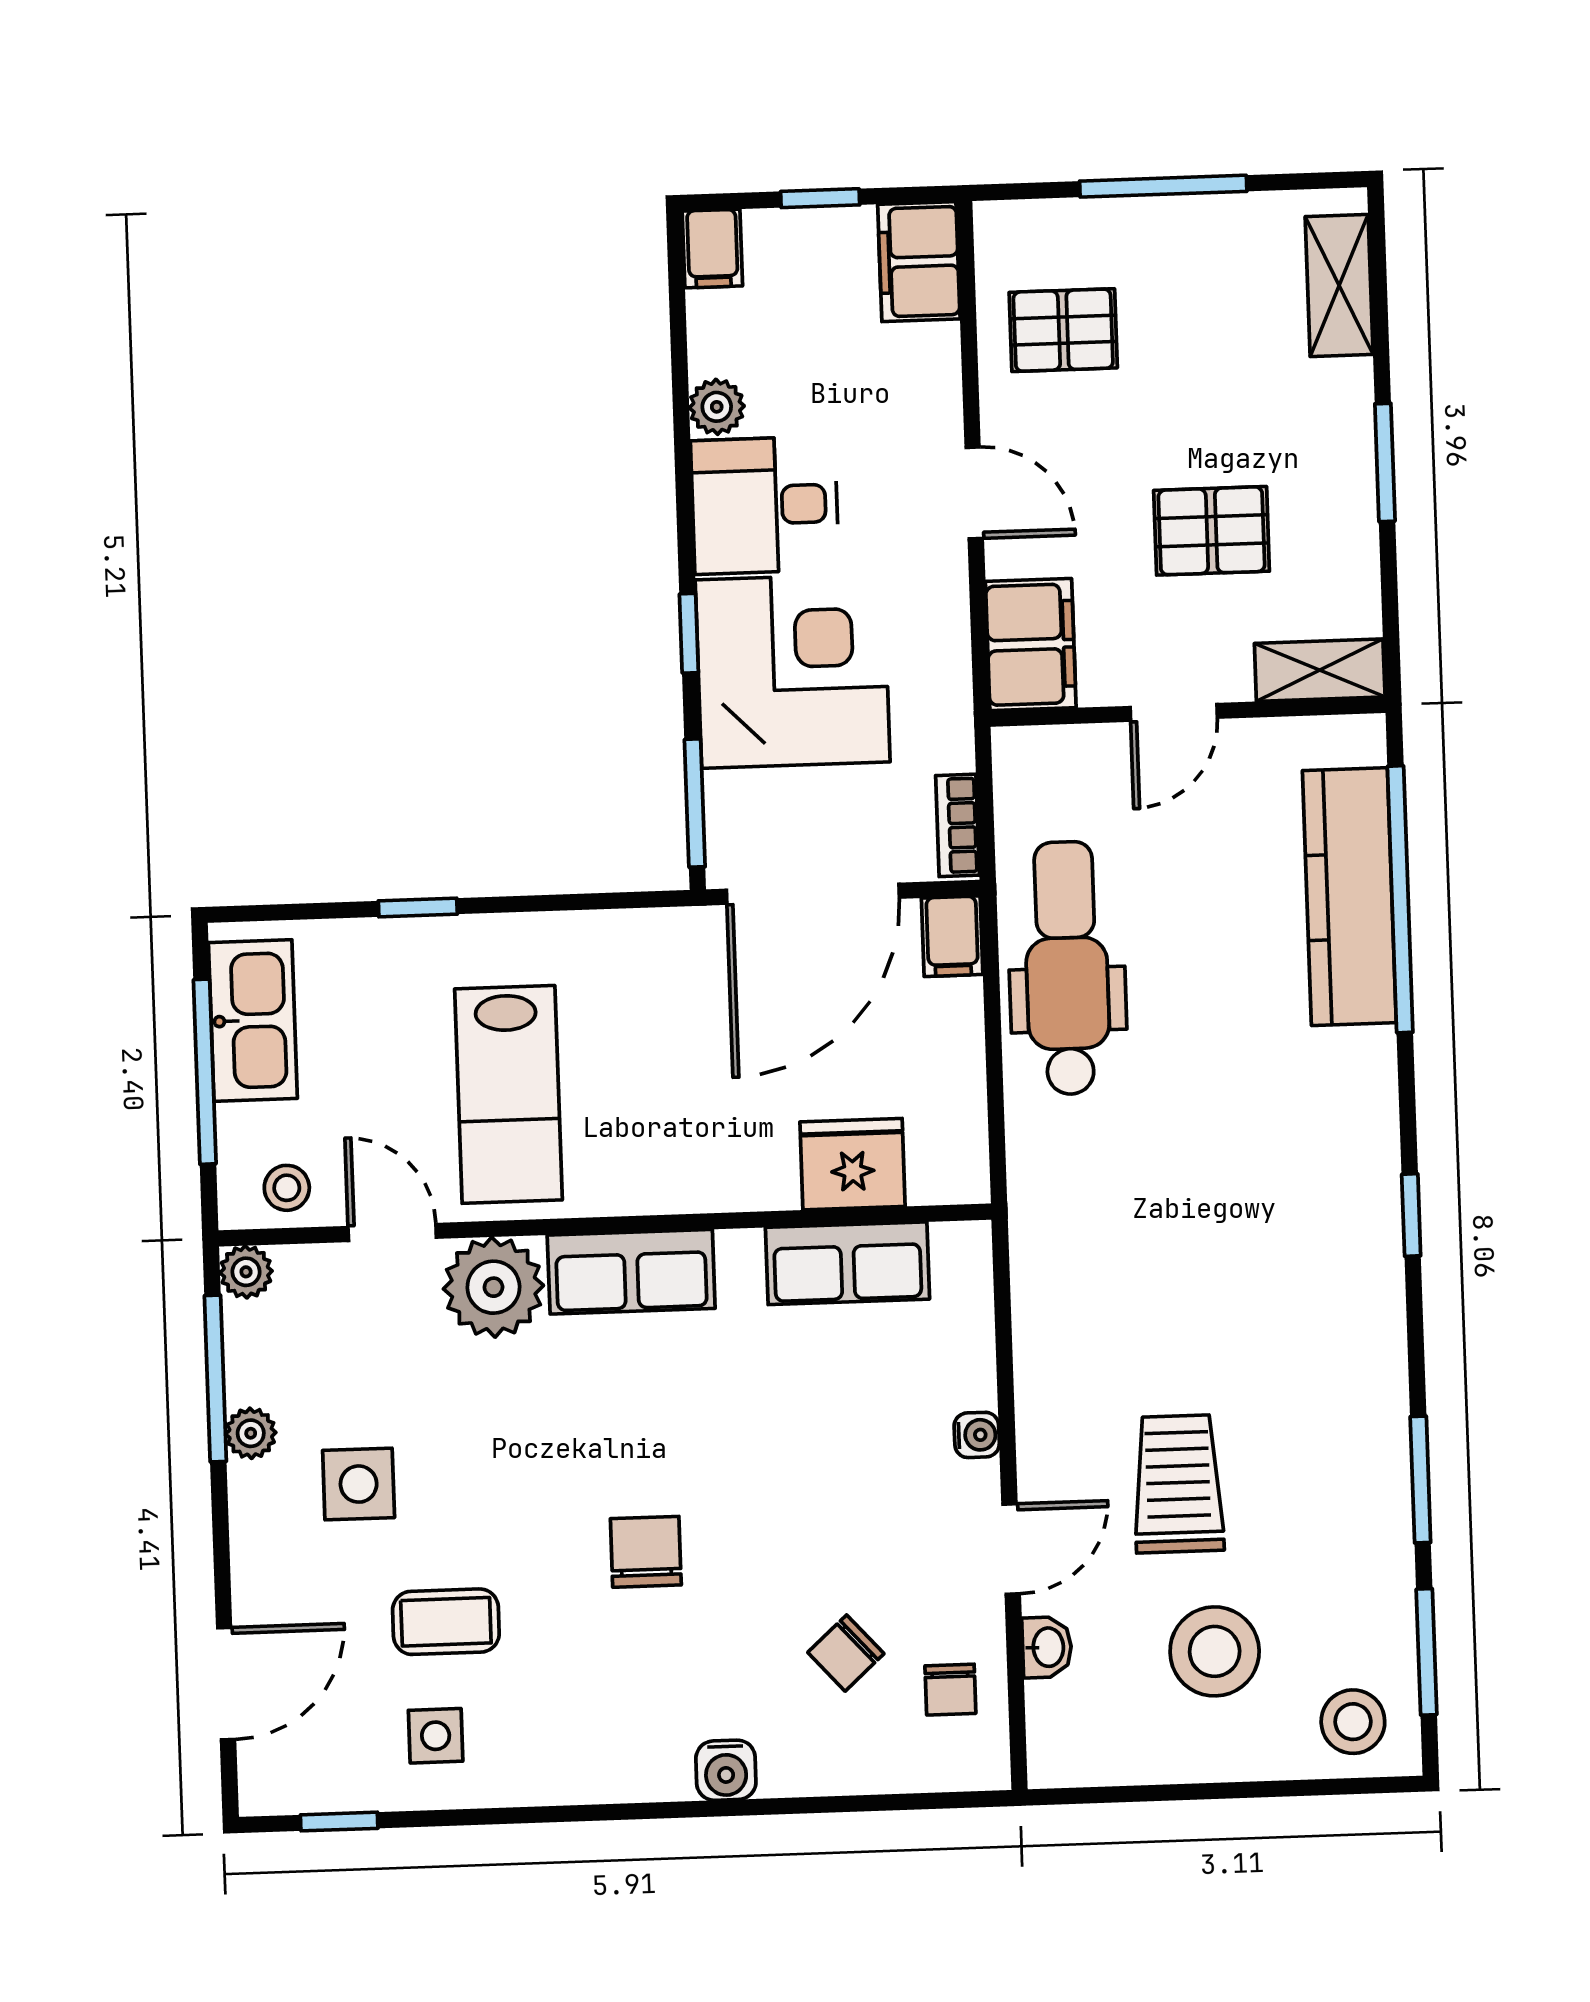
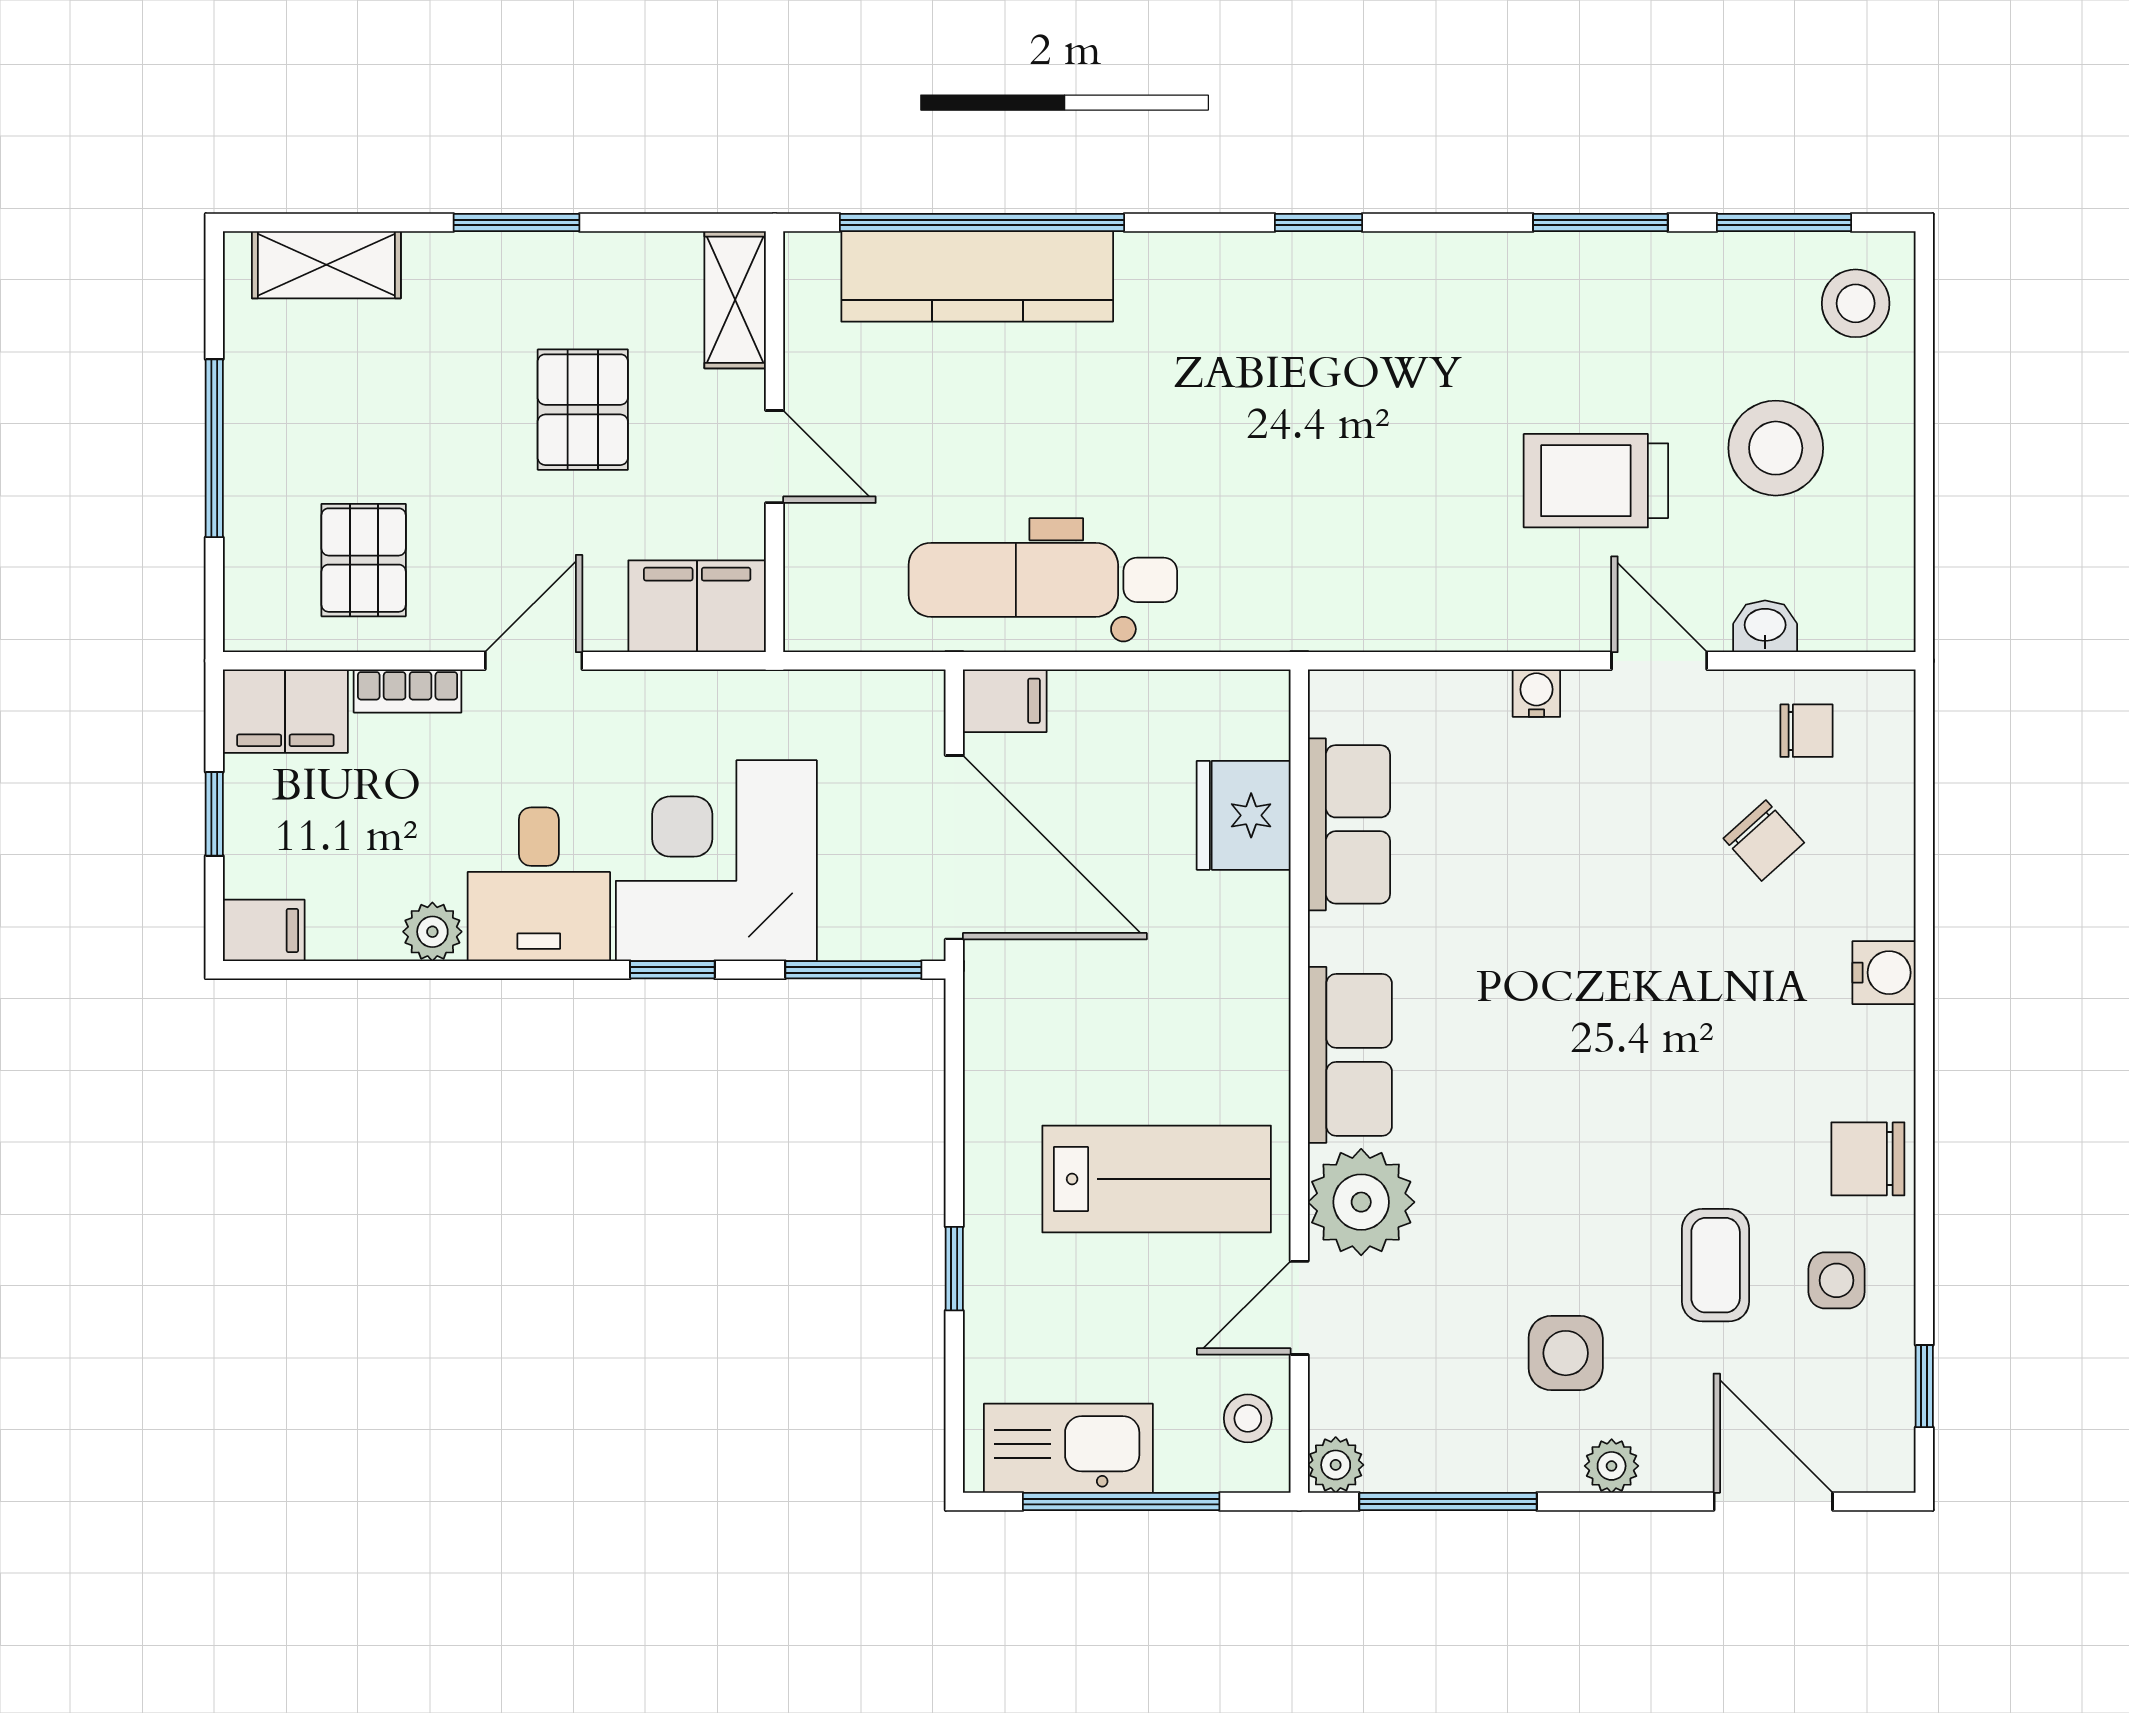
bookcase: (958, 825) -> (408, 691), moved
plant: (251, 1433) -> (1612, 1466), moved
chair: (646, 1552) -> (1868, 1159), moved

